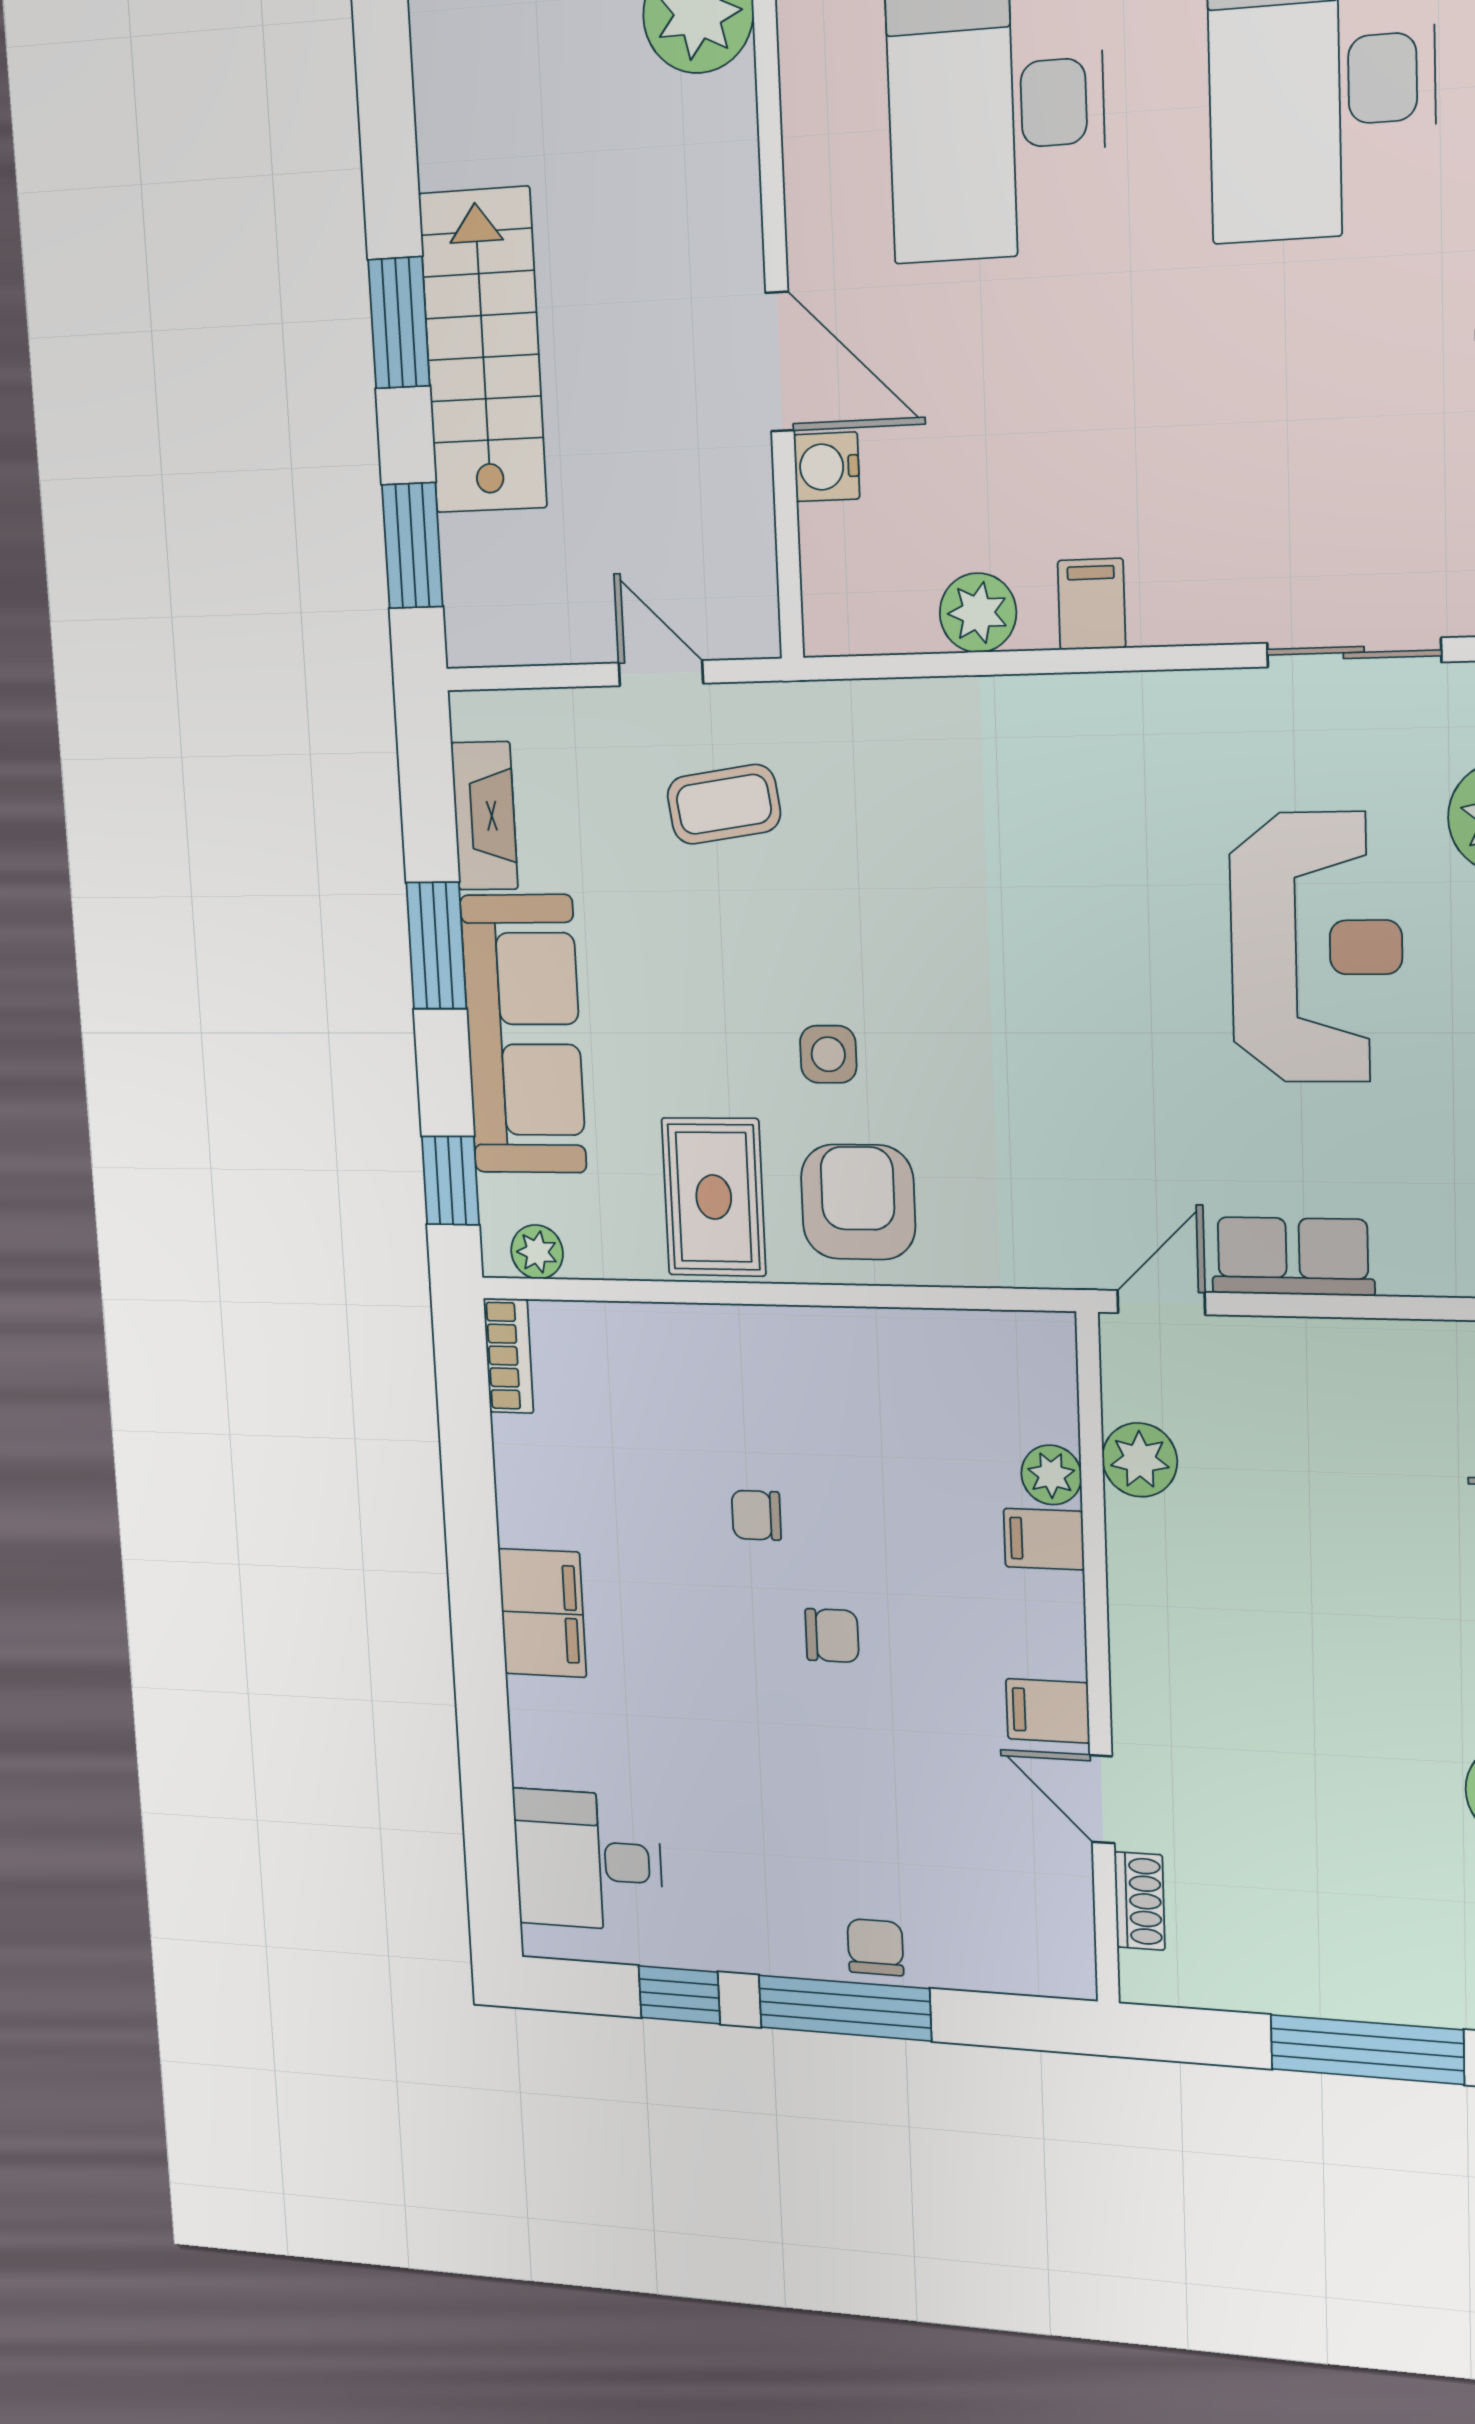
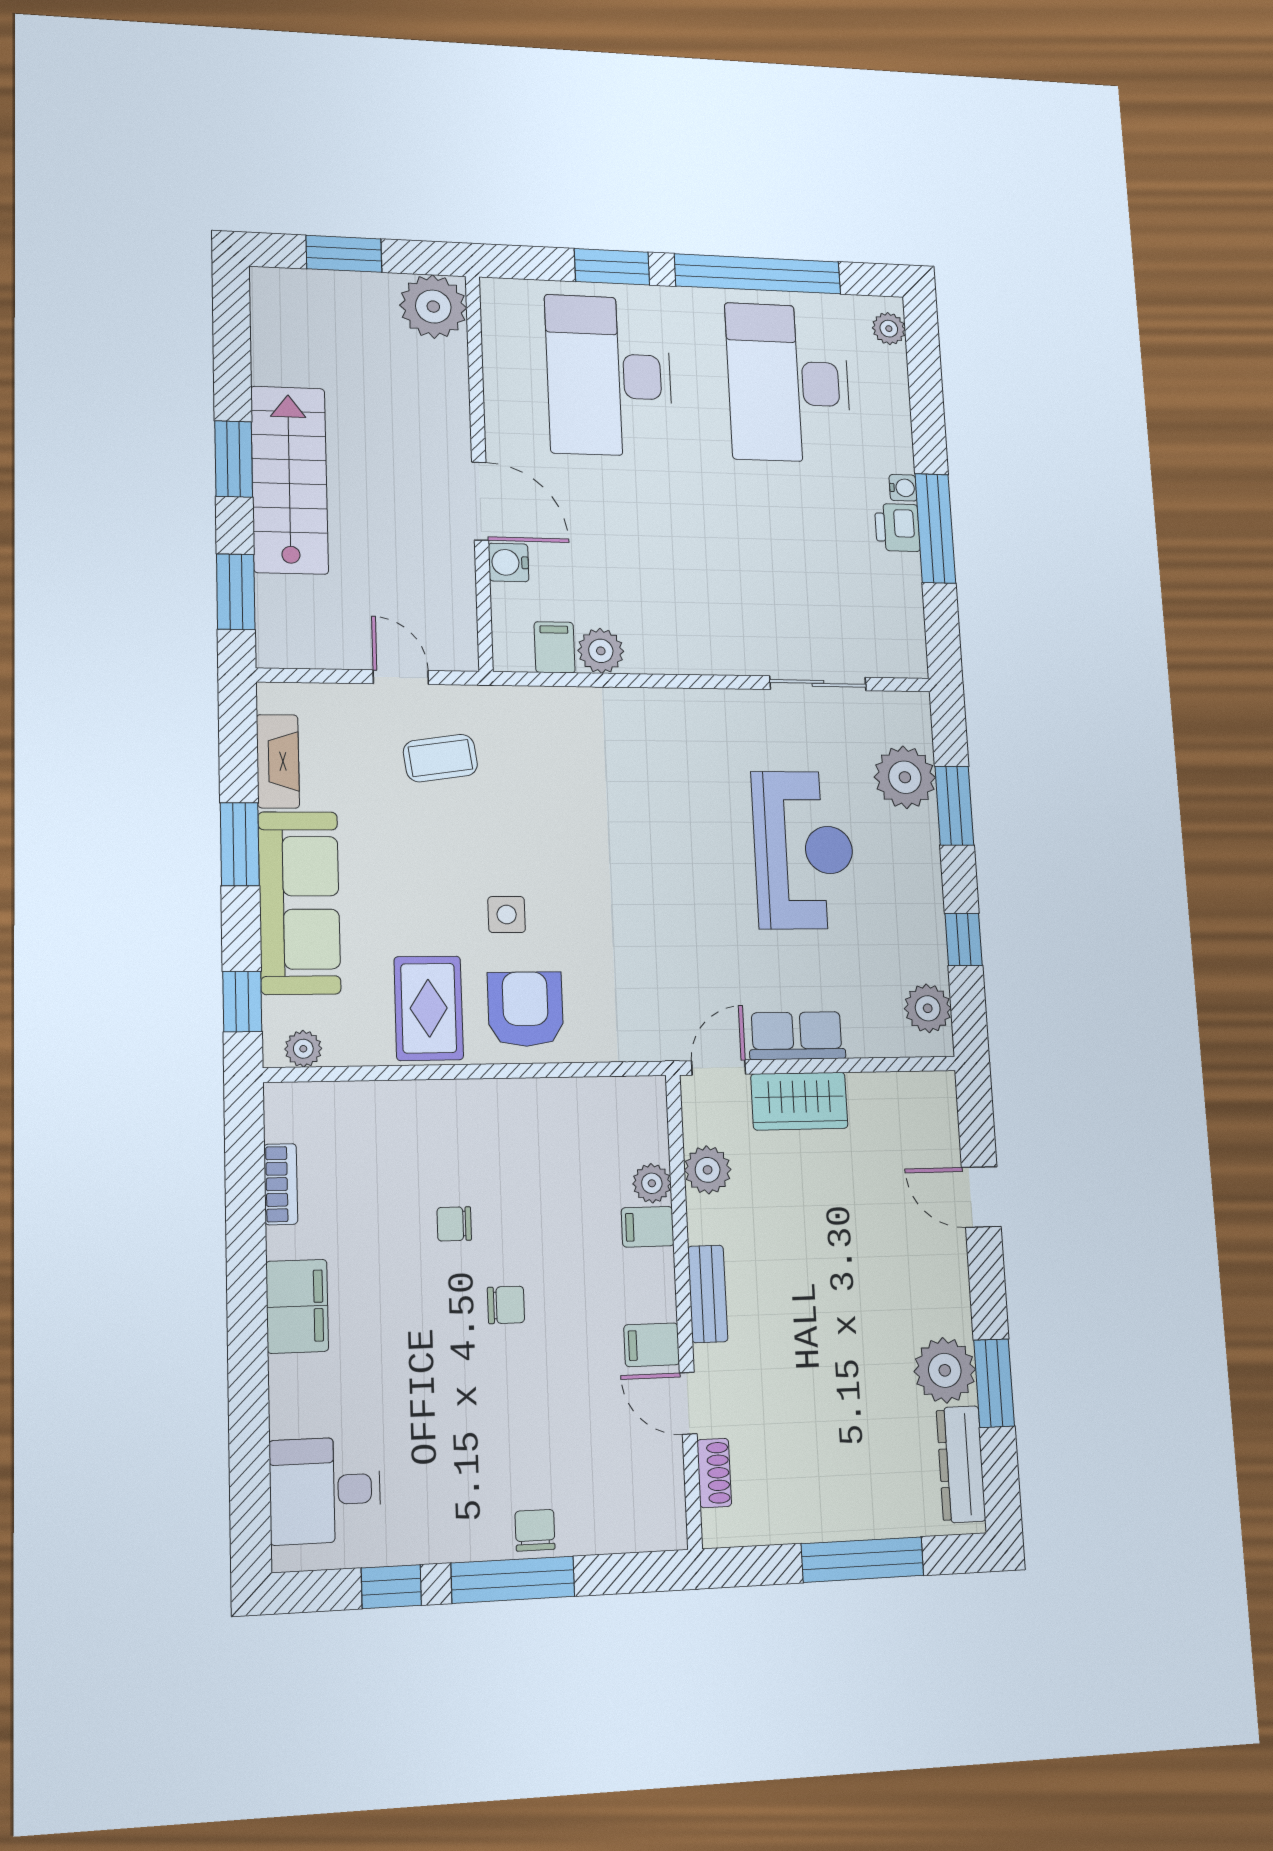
filing cabinet: (1092, 604) -> (555, 647), moved
bookcase: (509, 1356) -> (281, 1184), moved
wardrobe: (1293, 1361) -> (799, 1101), added
bench: (1136, 1645) -> (708, 1294), added

